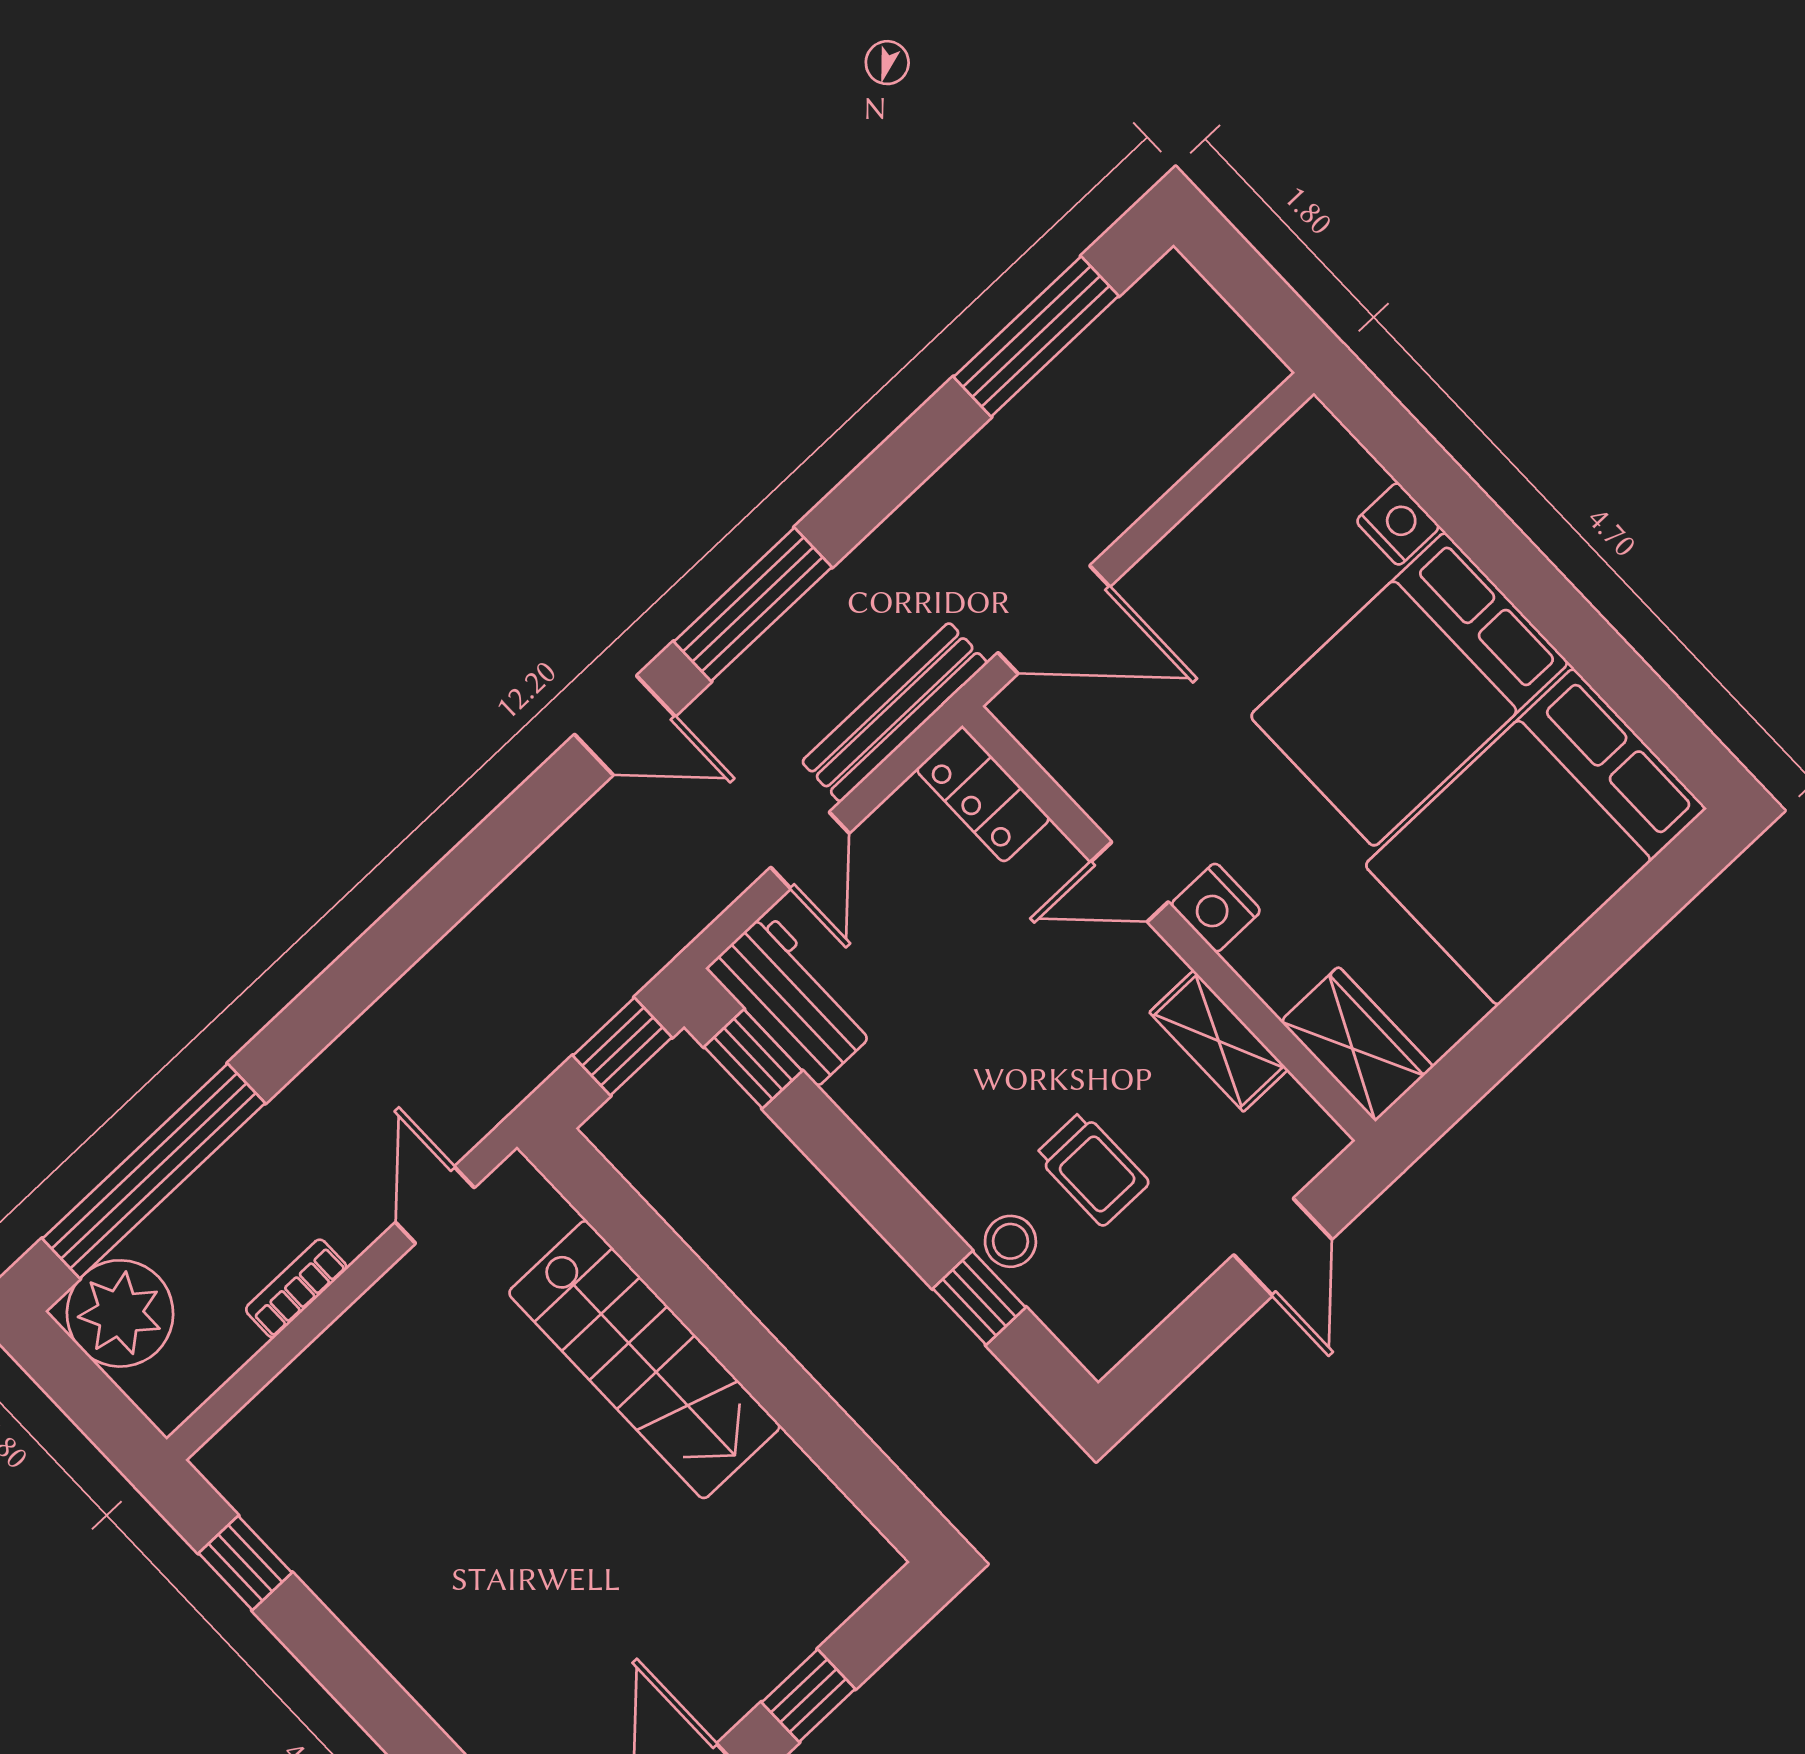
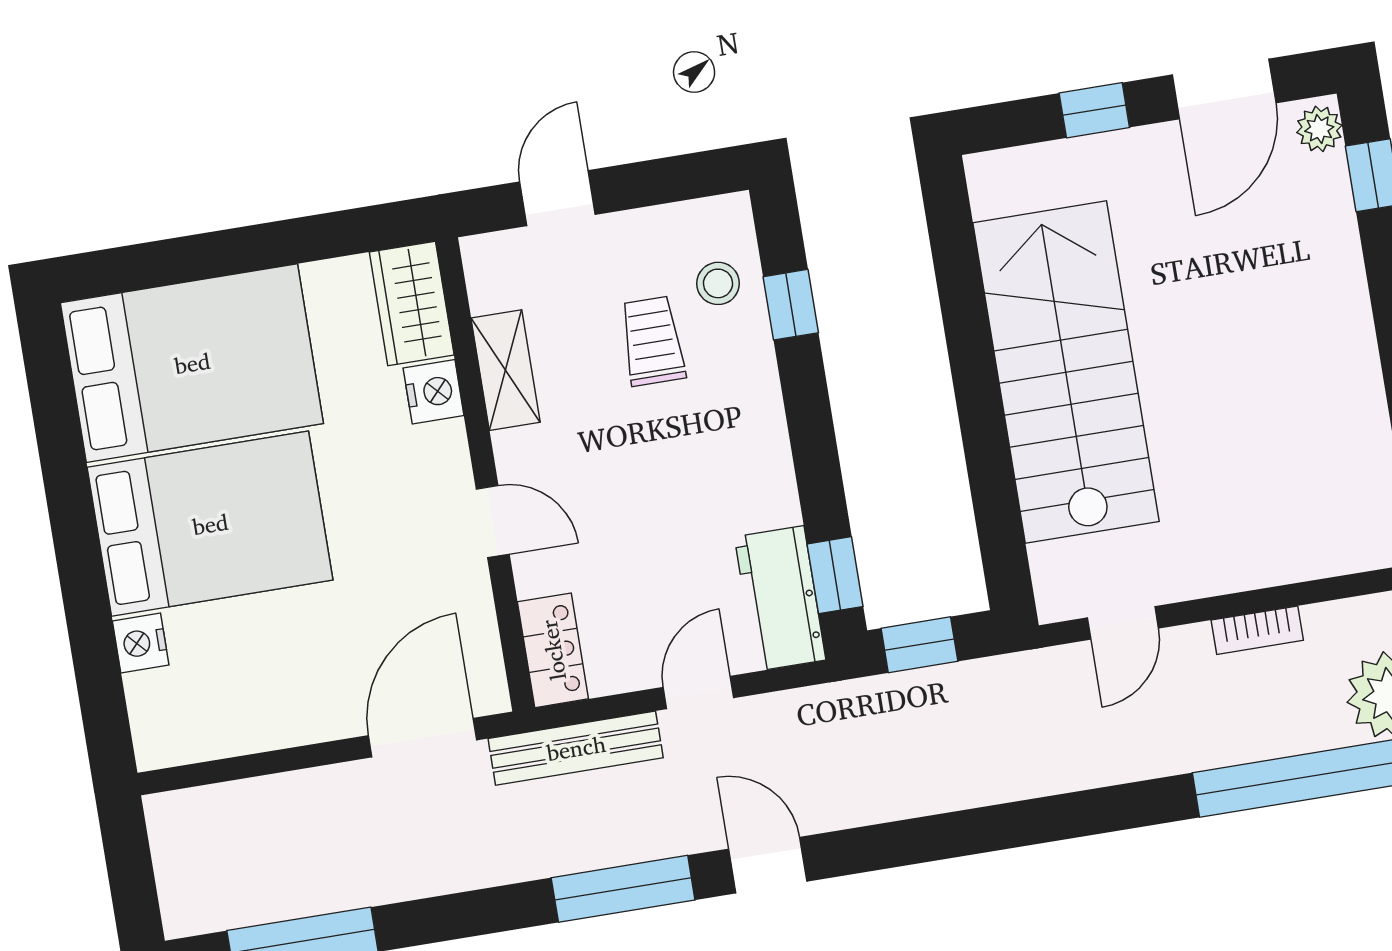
door: (1054, 620) -> (423, 738), hinge flipped
nightstand: (1216, 908) -> (434, 392), moved
stool: (1010, 1241) -> (718, 283), moved
stairs: (644, 1360) -> (1066, 372), width x1.36, depth x1.51

